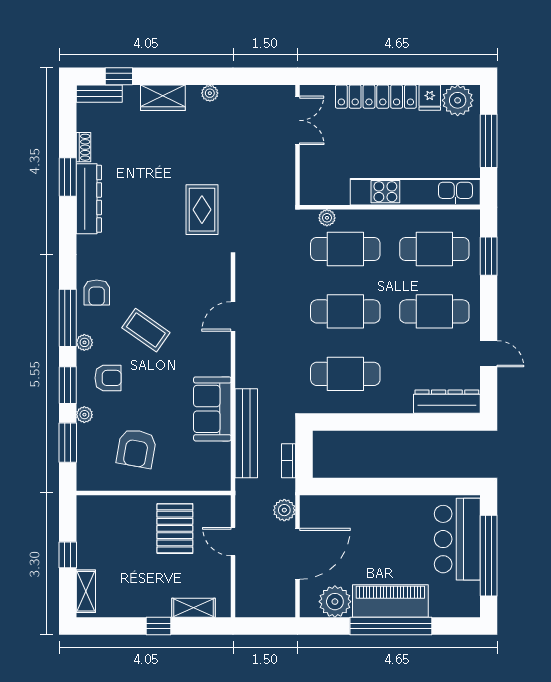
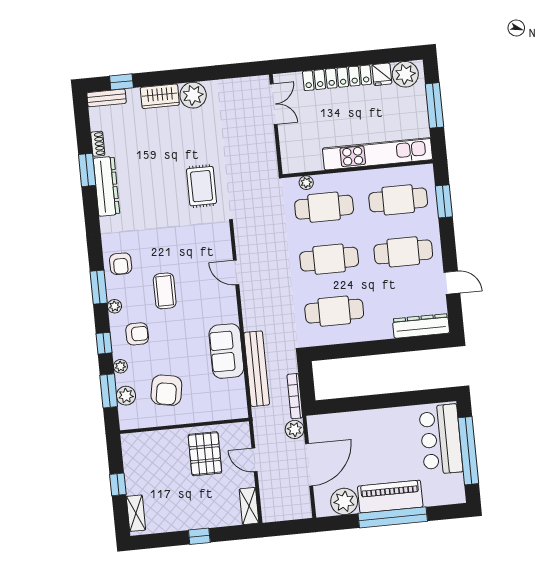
plant: (210, 93) -> (193, 95), width x1.88, depth x1.88
door: (233, 316) -> (236, 272), hinge flipped
window: (68, 318) -> (99, 287), width x0.69
coffee table: (146, 330) -> (165, 291), turned 55
window: (68, 385) -> (104, 343), width x0.67
plant: (88, 450) -> (126, 396), added
bookcase: (288, 461) -> (295, 396), width x1.56
shelving: (194, 608) -> (249, 506), moved, turned 90

